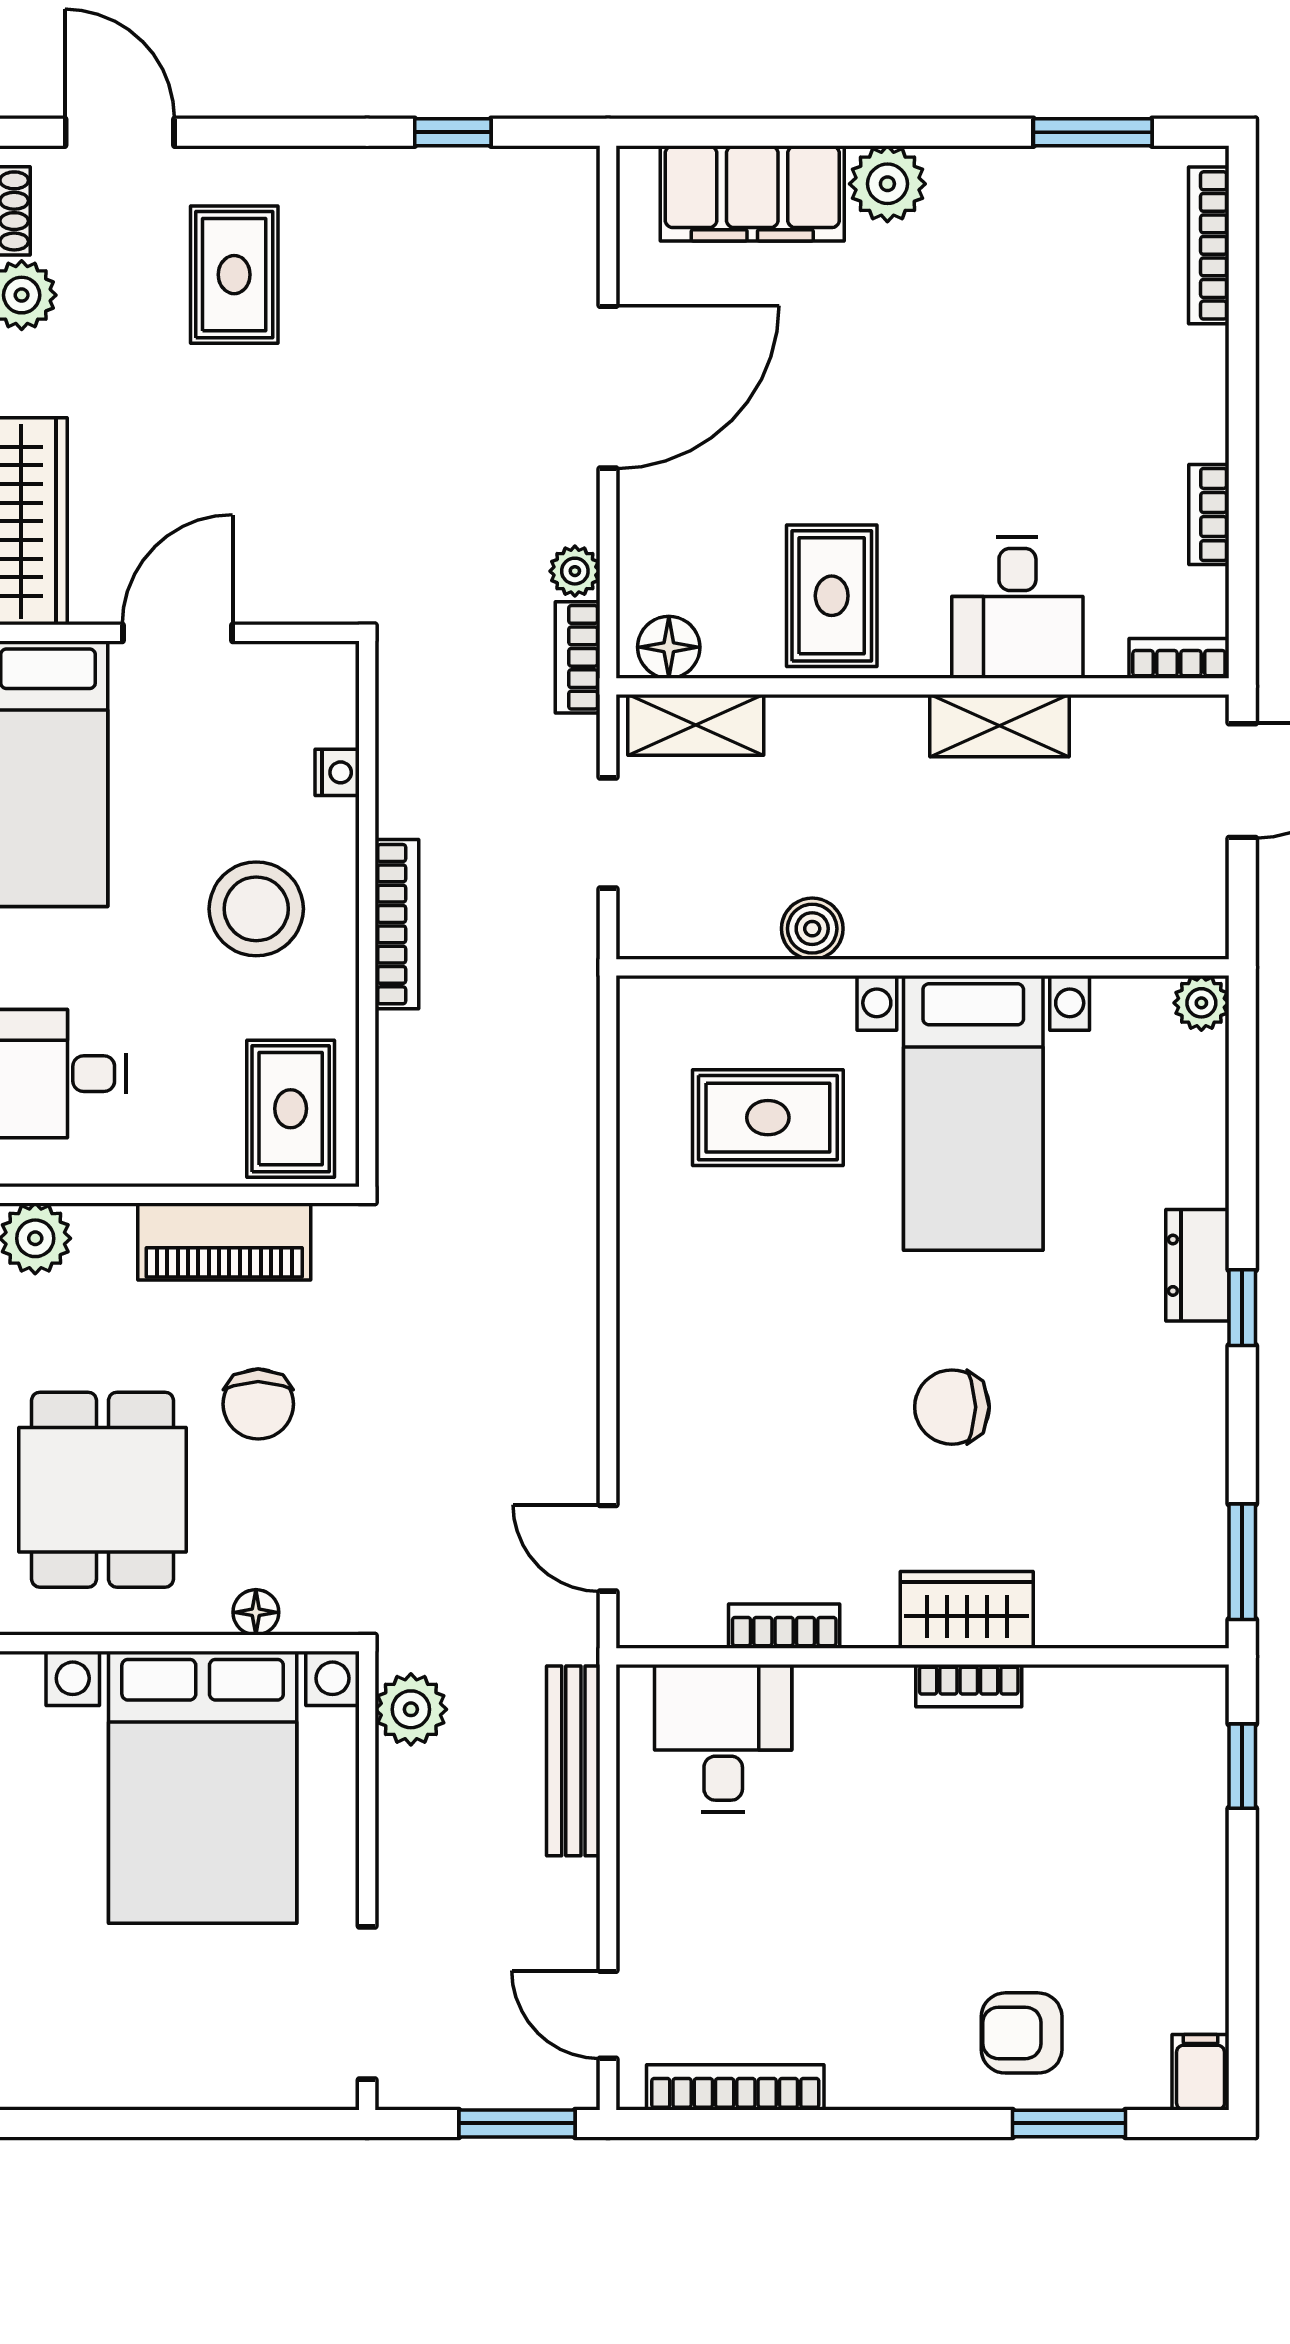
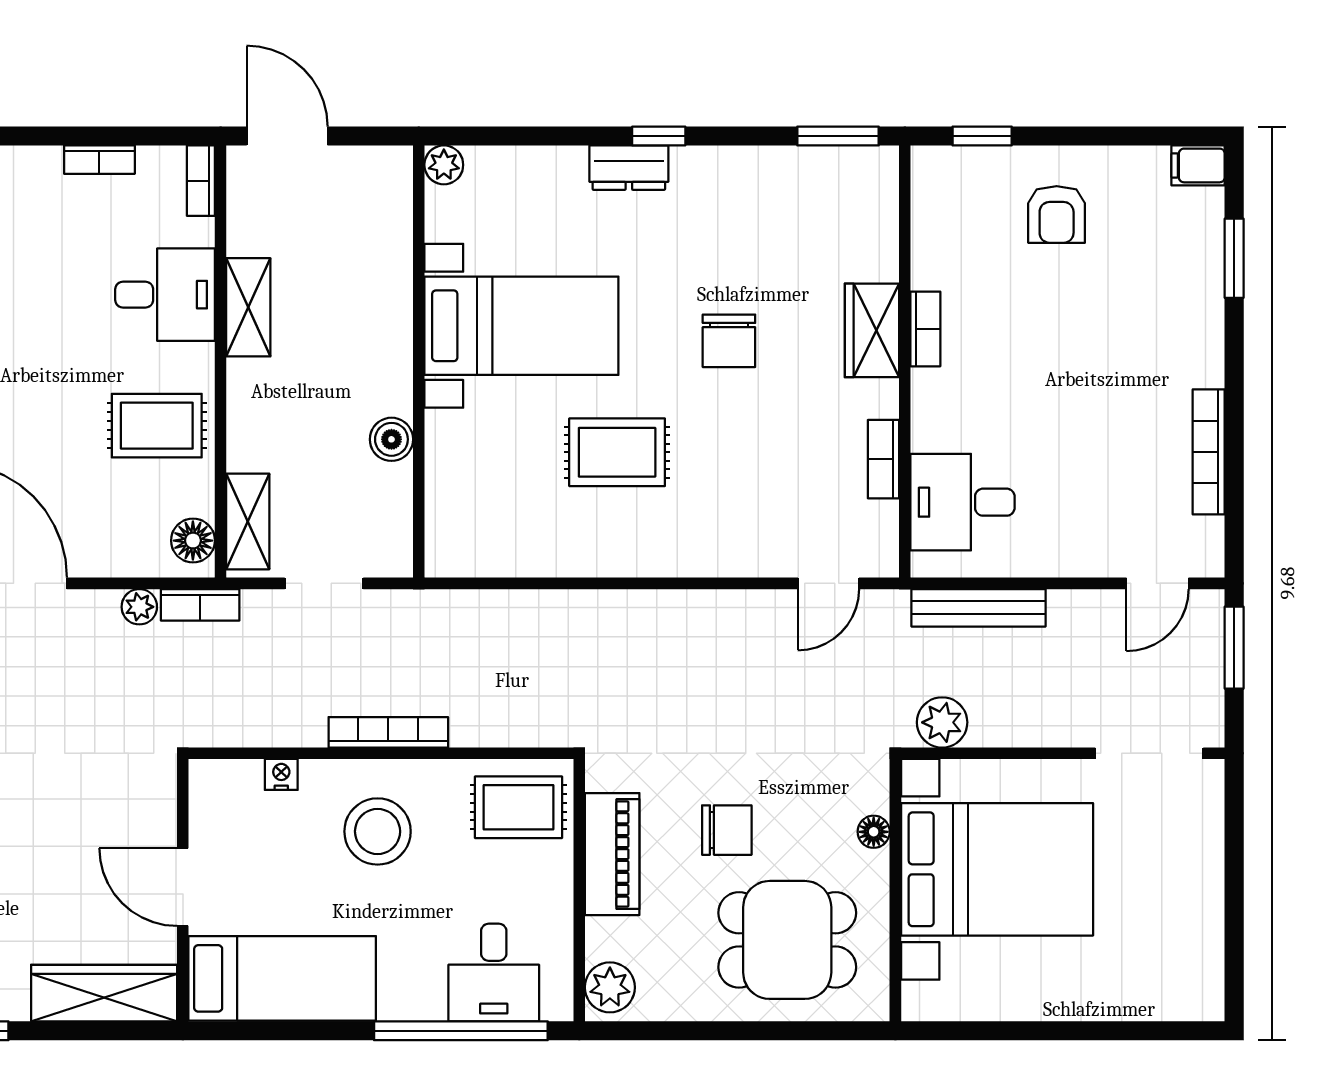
rug: (768, 1118) -> (617, 452), moved, turned 90
armchair: (1022, 2033) -> (1057, 214), moved
bookcase: (735, 2087) -> (1209, 452), moved

